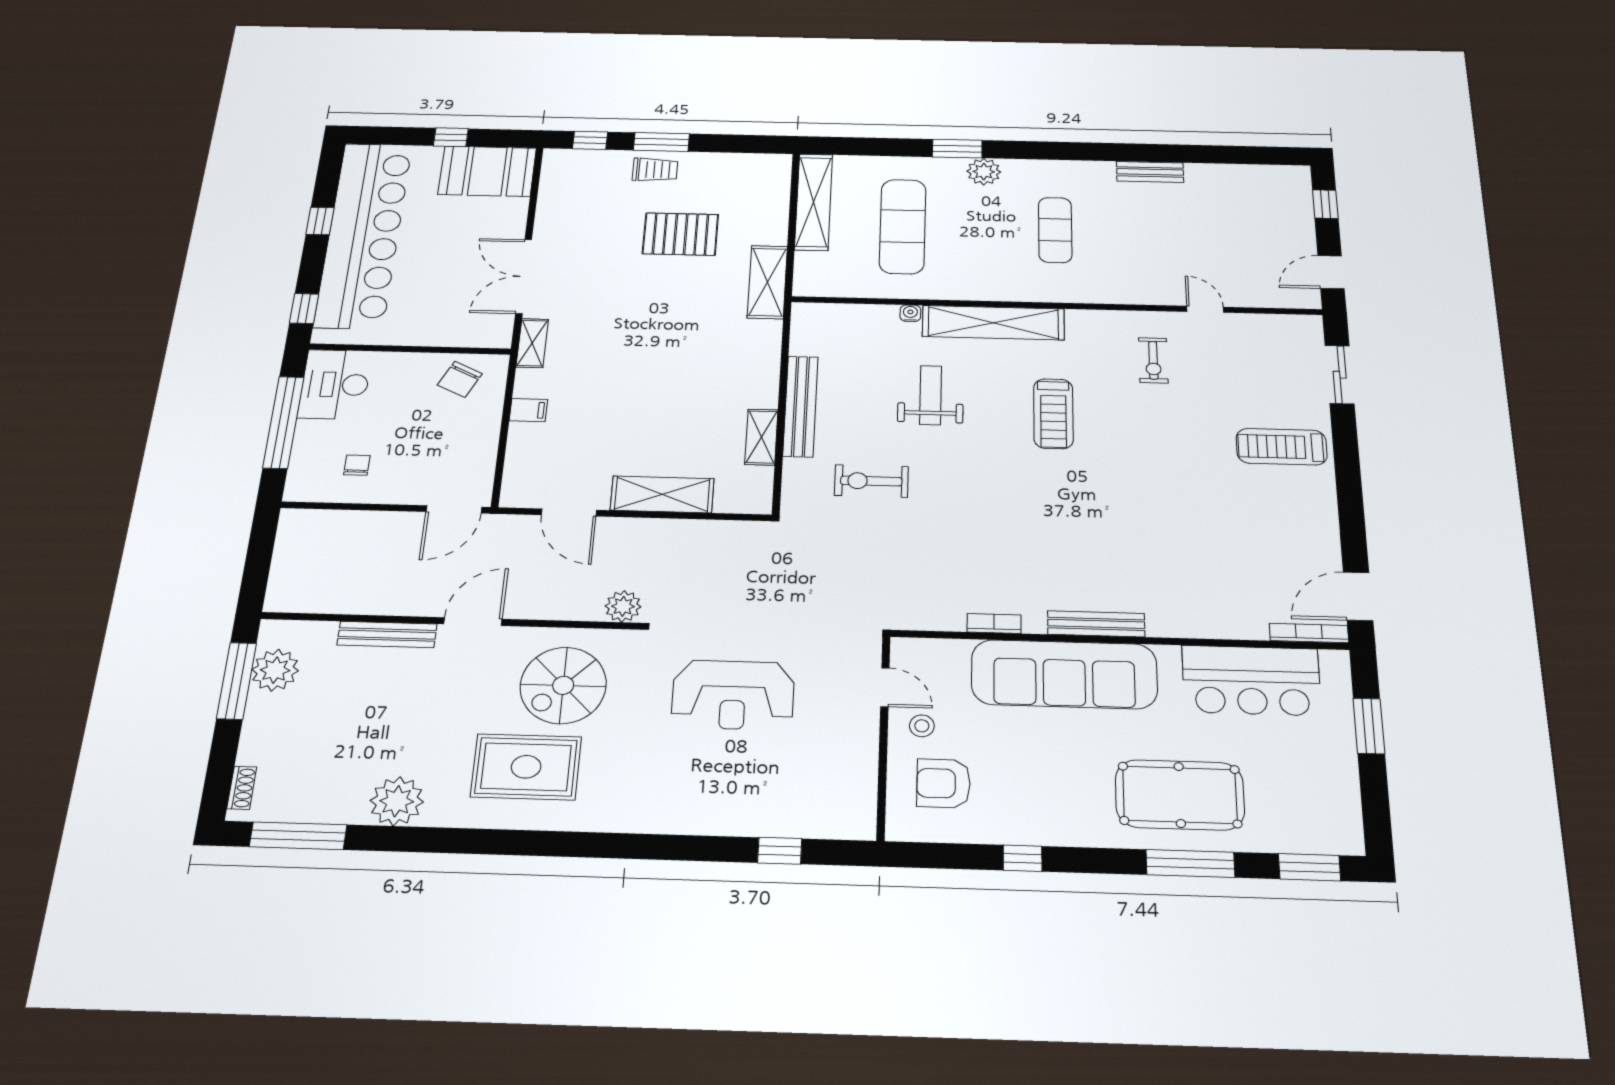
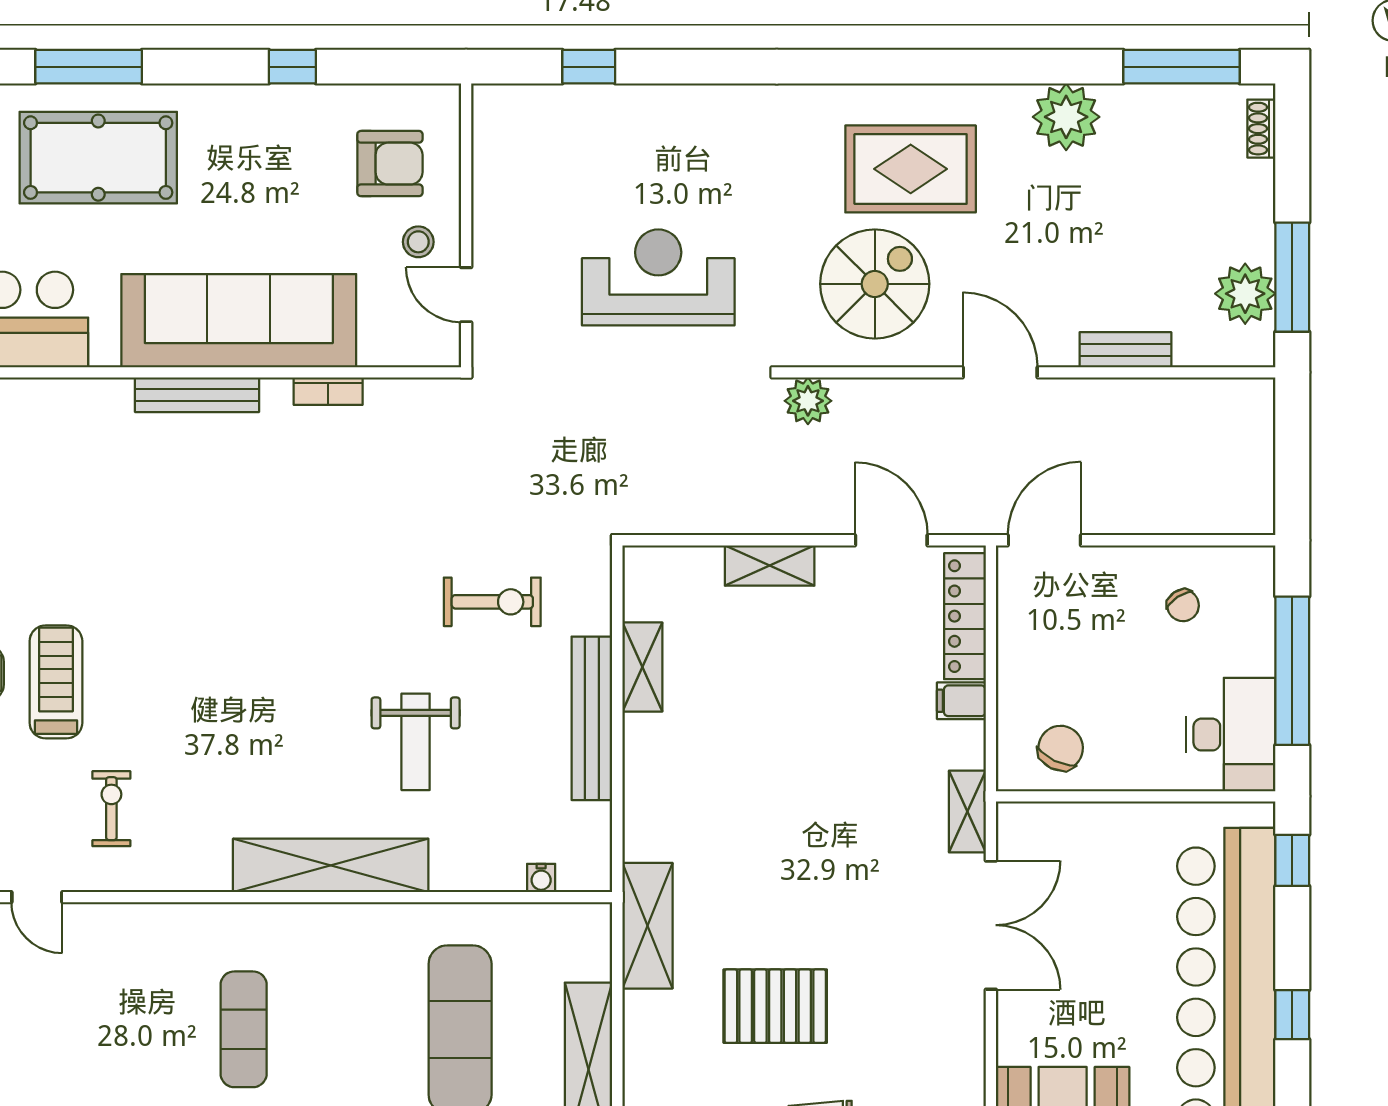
water cooler: (910, 313) -> (541, 878), moved
treadmill: (1053, 414) -> (56, 682), moved
locker: (519, 463) -> (965, 616), added
chair: (357, 465) -> (1183, 605), turned -34
shelving: (662, 494) -> (770, 565), width x0.67, depth x0.75
door: (473, 622) -> (1000, 372), swing flipped
bench: (387, 635) -> (1125, 350), width x0.73

